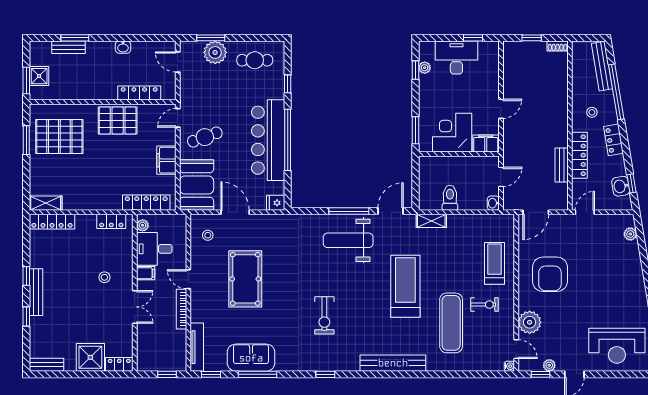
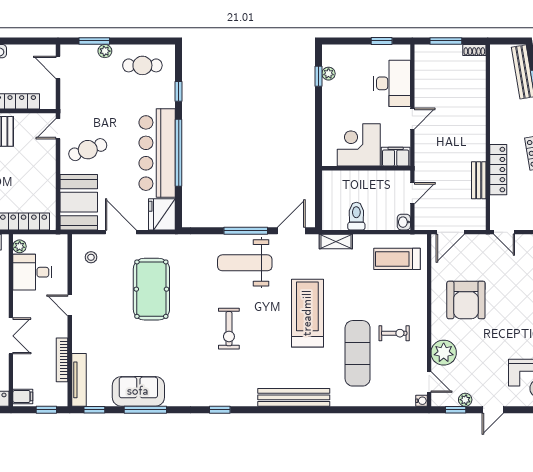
window: (532, 38) -> (446, 41), width x1.50
plant: (215, 52) -> (105, 51), width x0.53, depth x0.53
desk: (456, 58) -> (392, 83), moved, turned 90
stool: (592, 112) -> (512, 123), removed
window: (415, 130) -> (319, 142), removed
filing cabinet: (166, 160) -> (46, 175), removed
fridge: (276, 203) -> (162, 214), width x1.88, depth x1.34
door: (585, 212) -> (504, 232), swing flipped
treadmill: (494, 263) -> (397, 259), moved, turned -90
filing cabinet: (146, 273) -> (23, 396), moved
pool table: (245, 279) -> (151, 289), moved
bookcase: (181, 309) -> (62, 360), moved
exercise bike: (324, 315) -> (229, 329), moved

